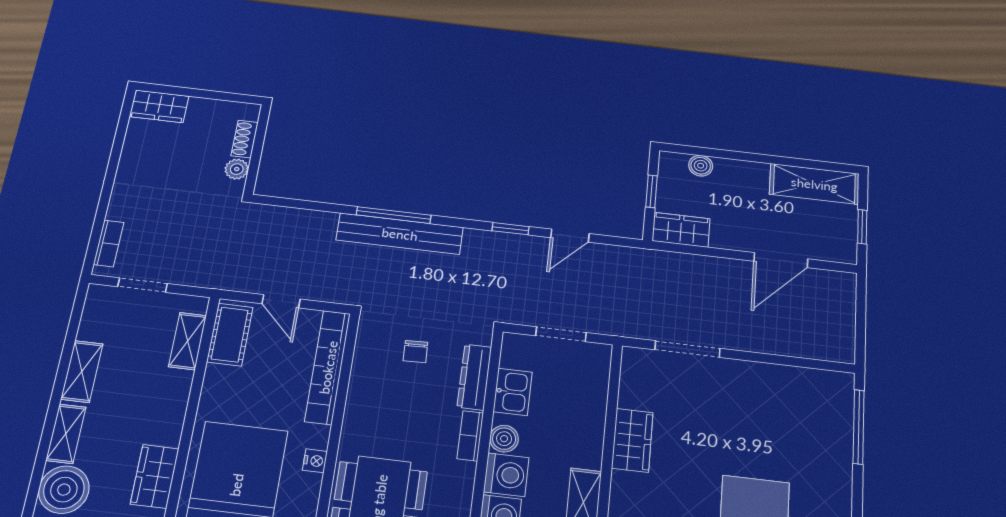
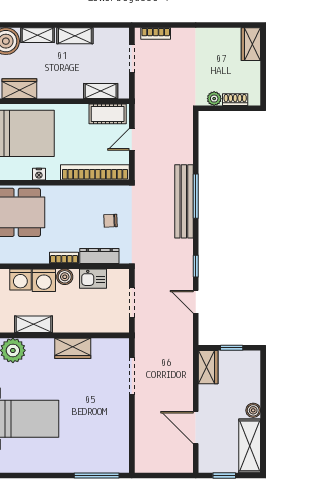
boiler: (701, 166) -> (253, 410), moved

